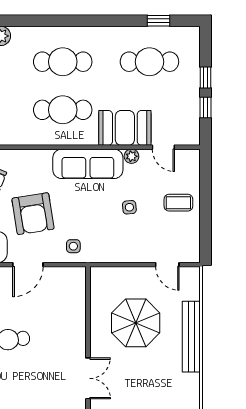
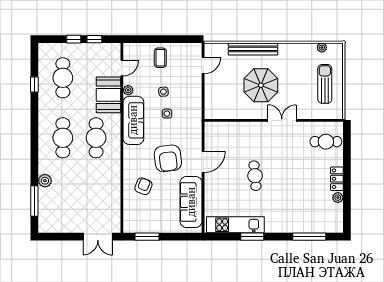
window: (159, 21) -> (34, 84), moved
armchair: (33, 214) -> (168, 158), turned 92
side table: (73, 246) -> (167, 114), moved
door: (28, 265) -> (203, 162), hinge flipped
parasol: (136, 323) -> (261, 85), moved

